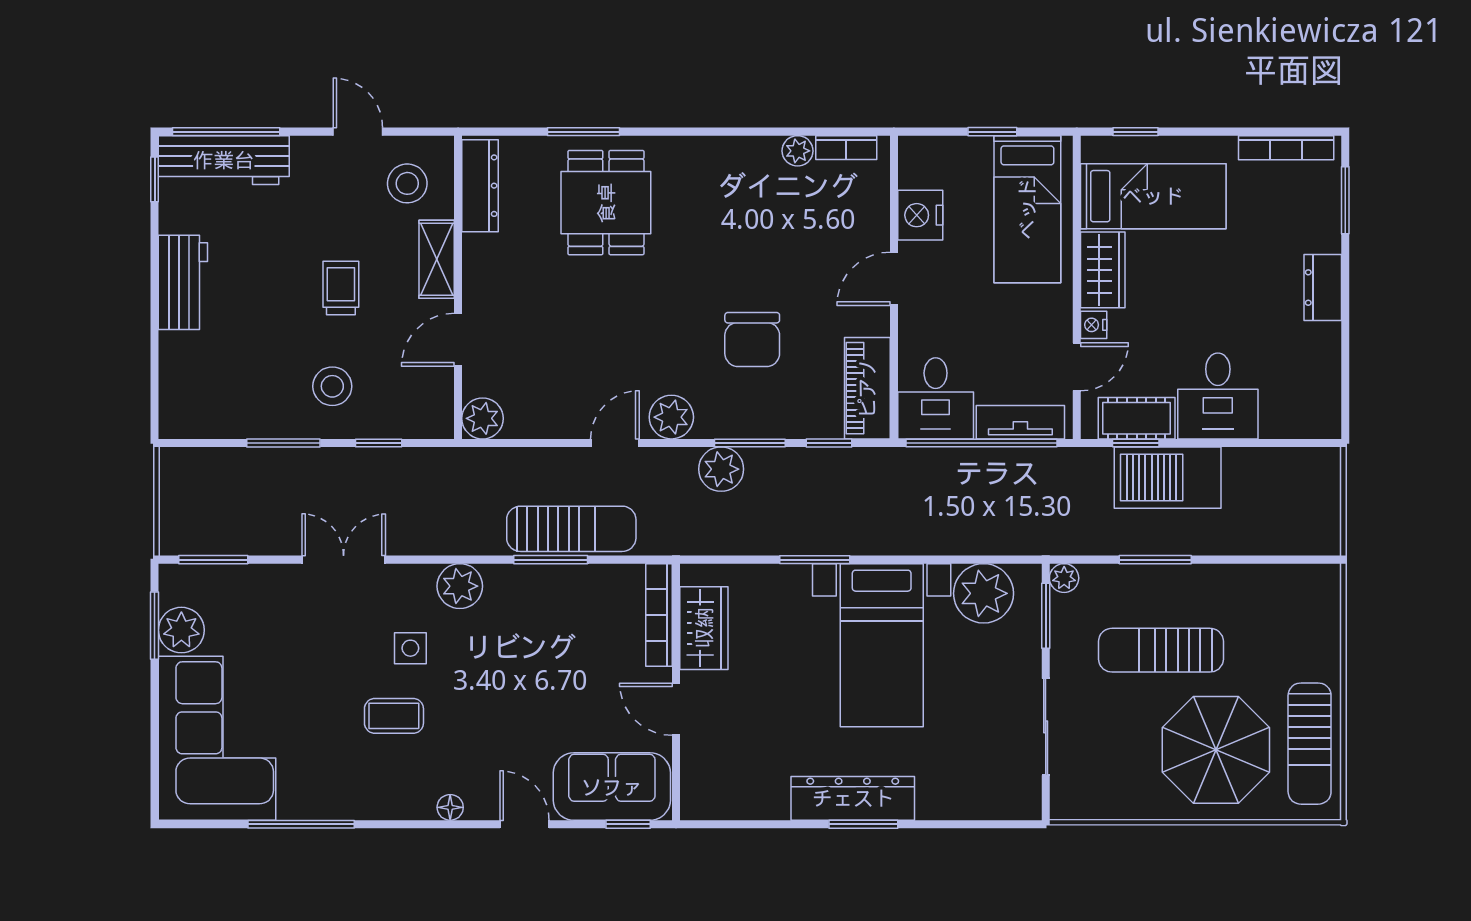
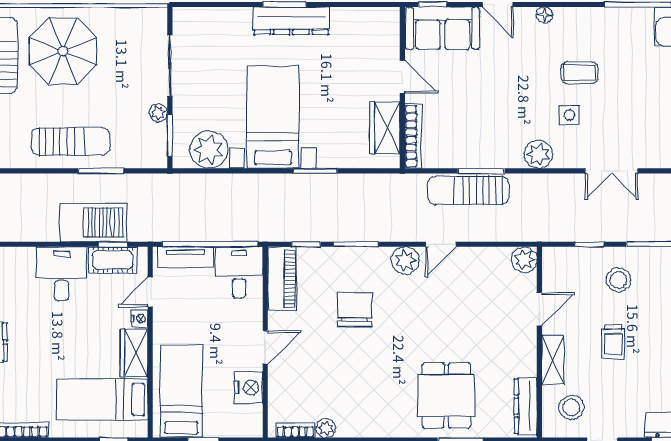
plant: (721, 469) -> (374, 228), removed
plant: (1064, 578) -> (158, 113), moved
sun lounger: (1161, 650) -> (71, 141), moved

